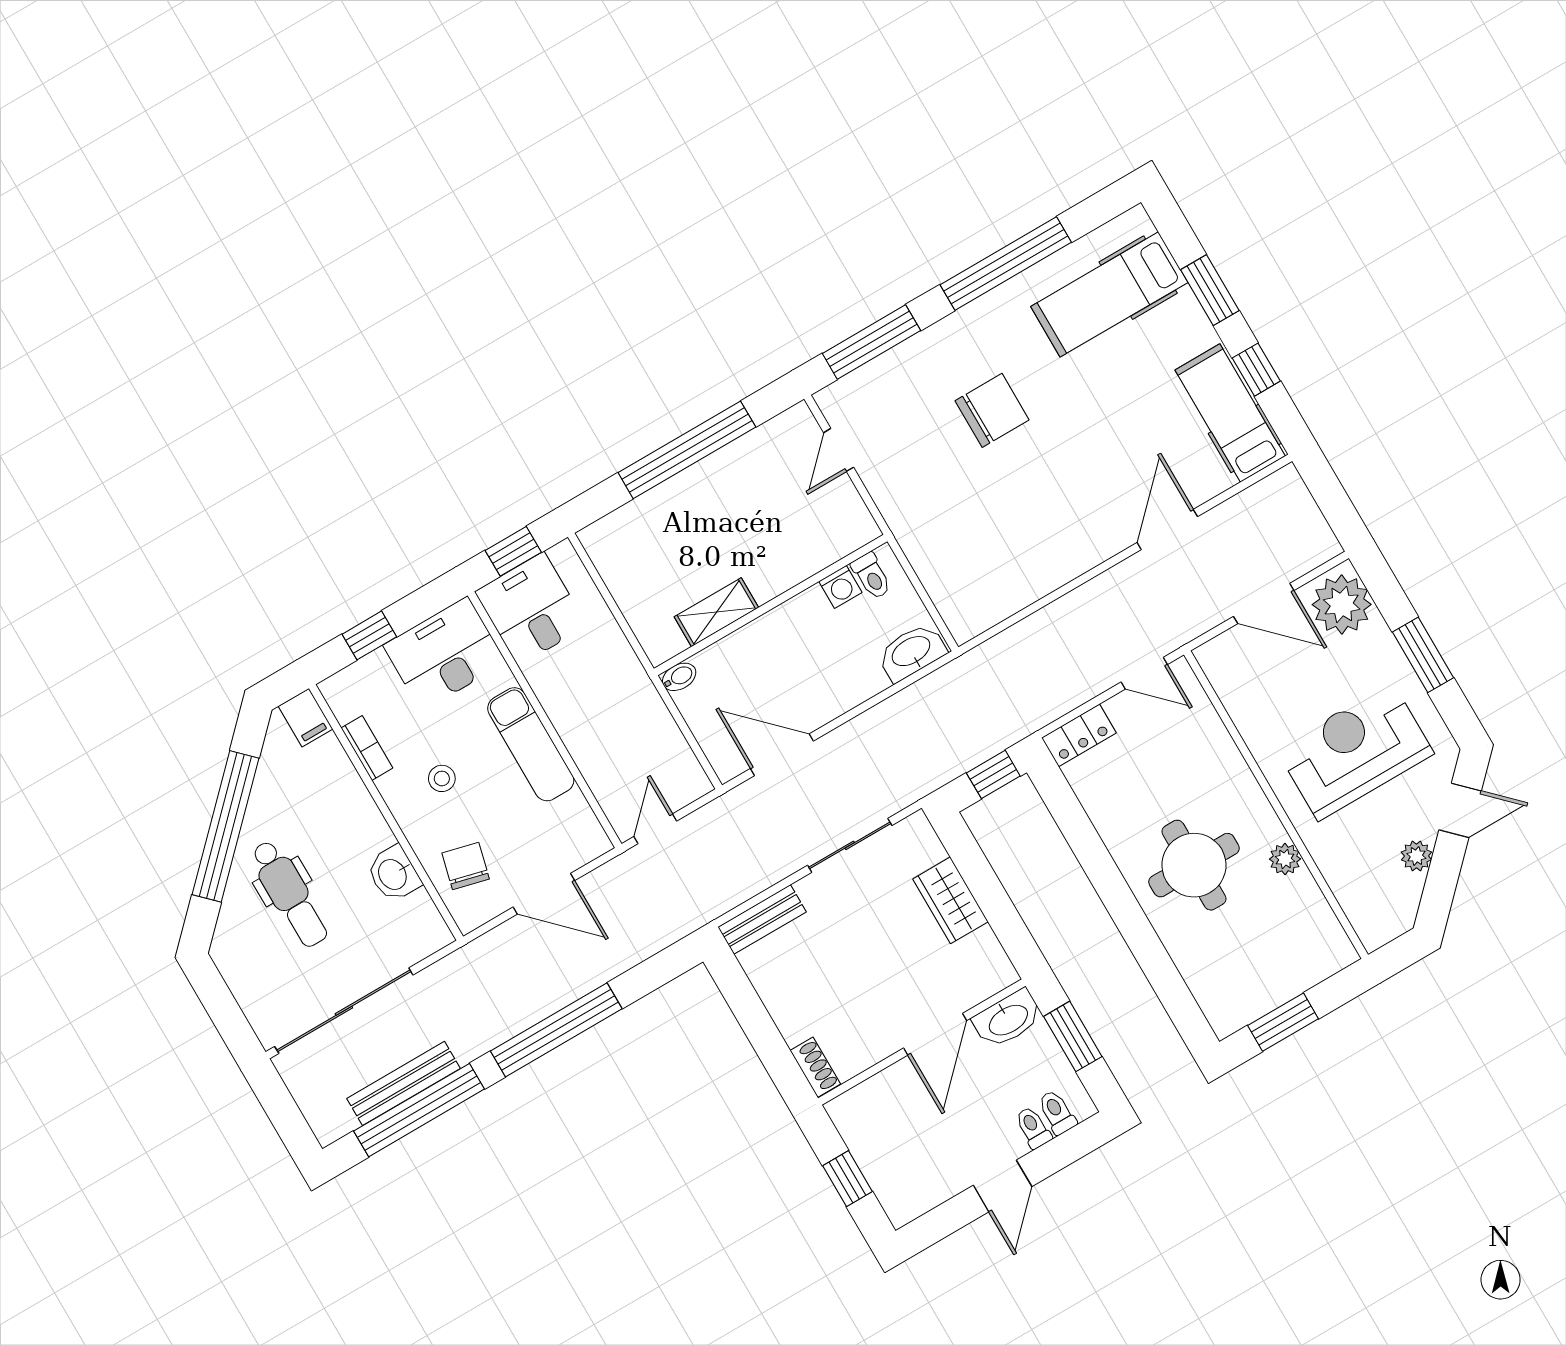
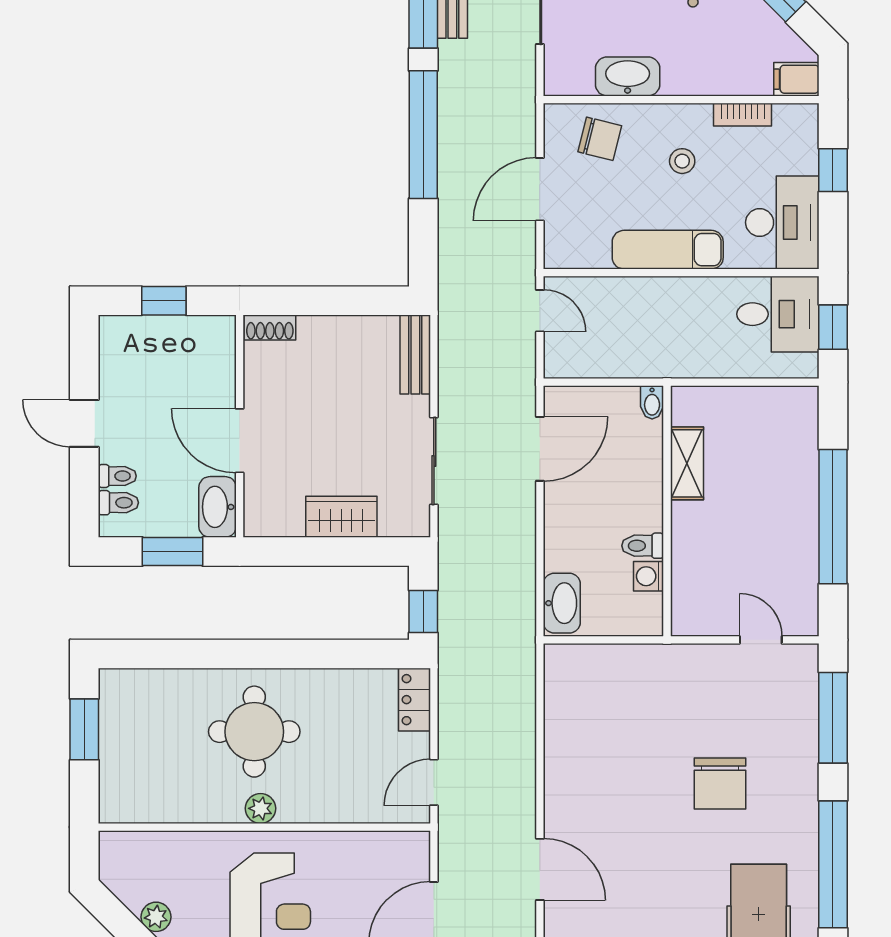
toilet: (872, 576) -> (643, 546), moved
plant: (1285, 859) -> (260, 808), moved
washbasin: (393, 874) -> (628, 76), width x1.38

